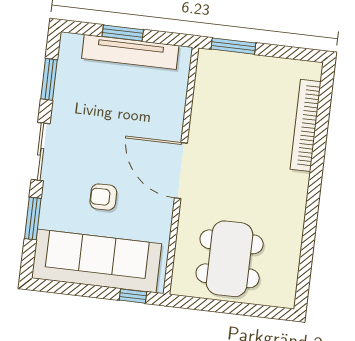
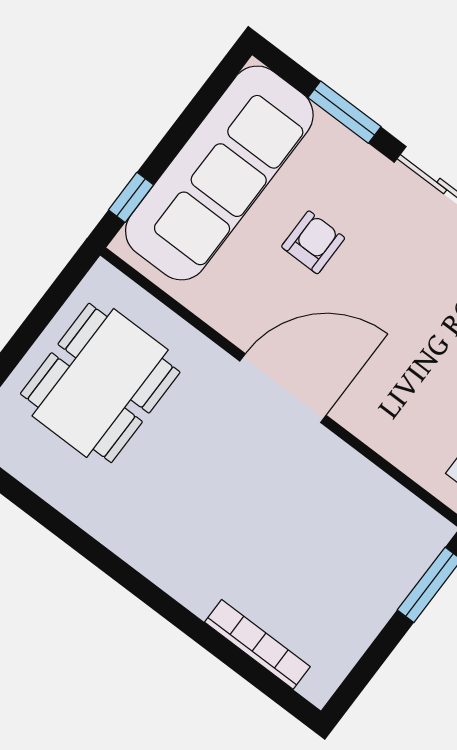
bookcase: (306, 125) -> (257, 644), width x0.68, depth x0.76
dining table: (230, 259) -> (100, 383), turned 90

